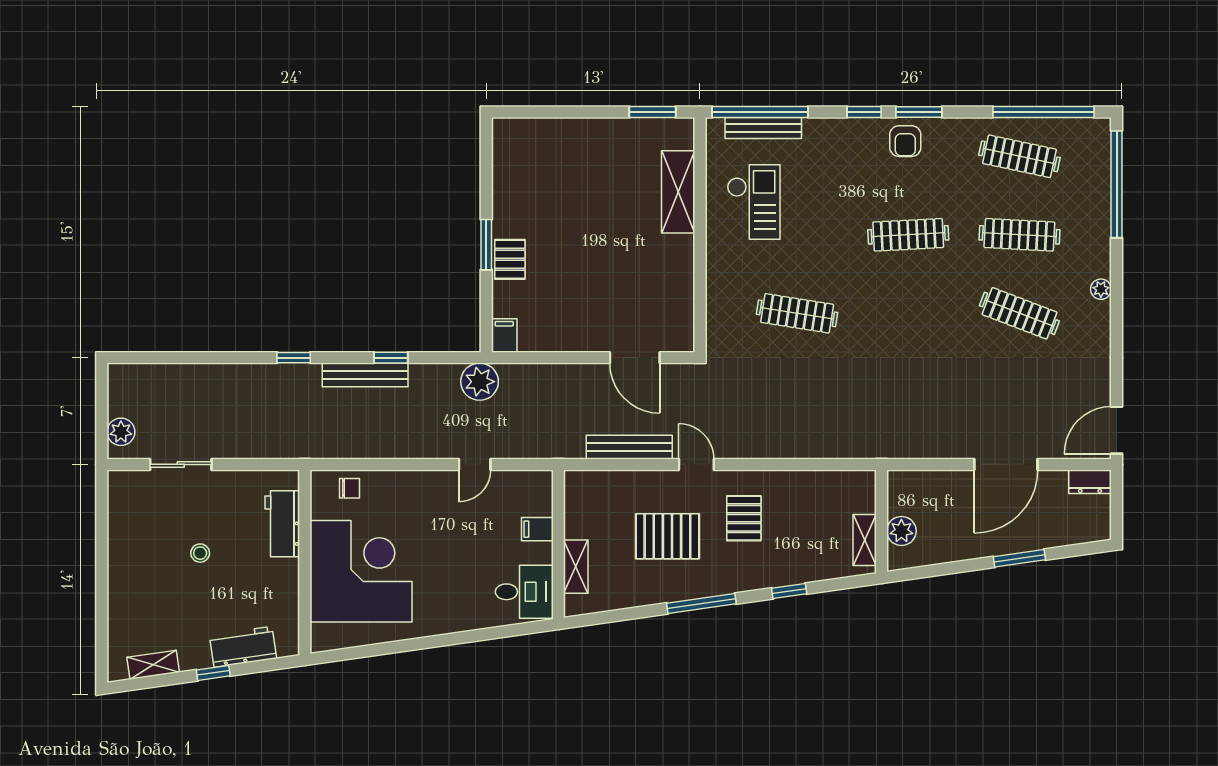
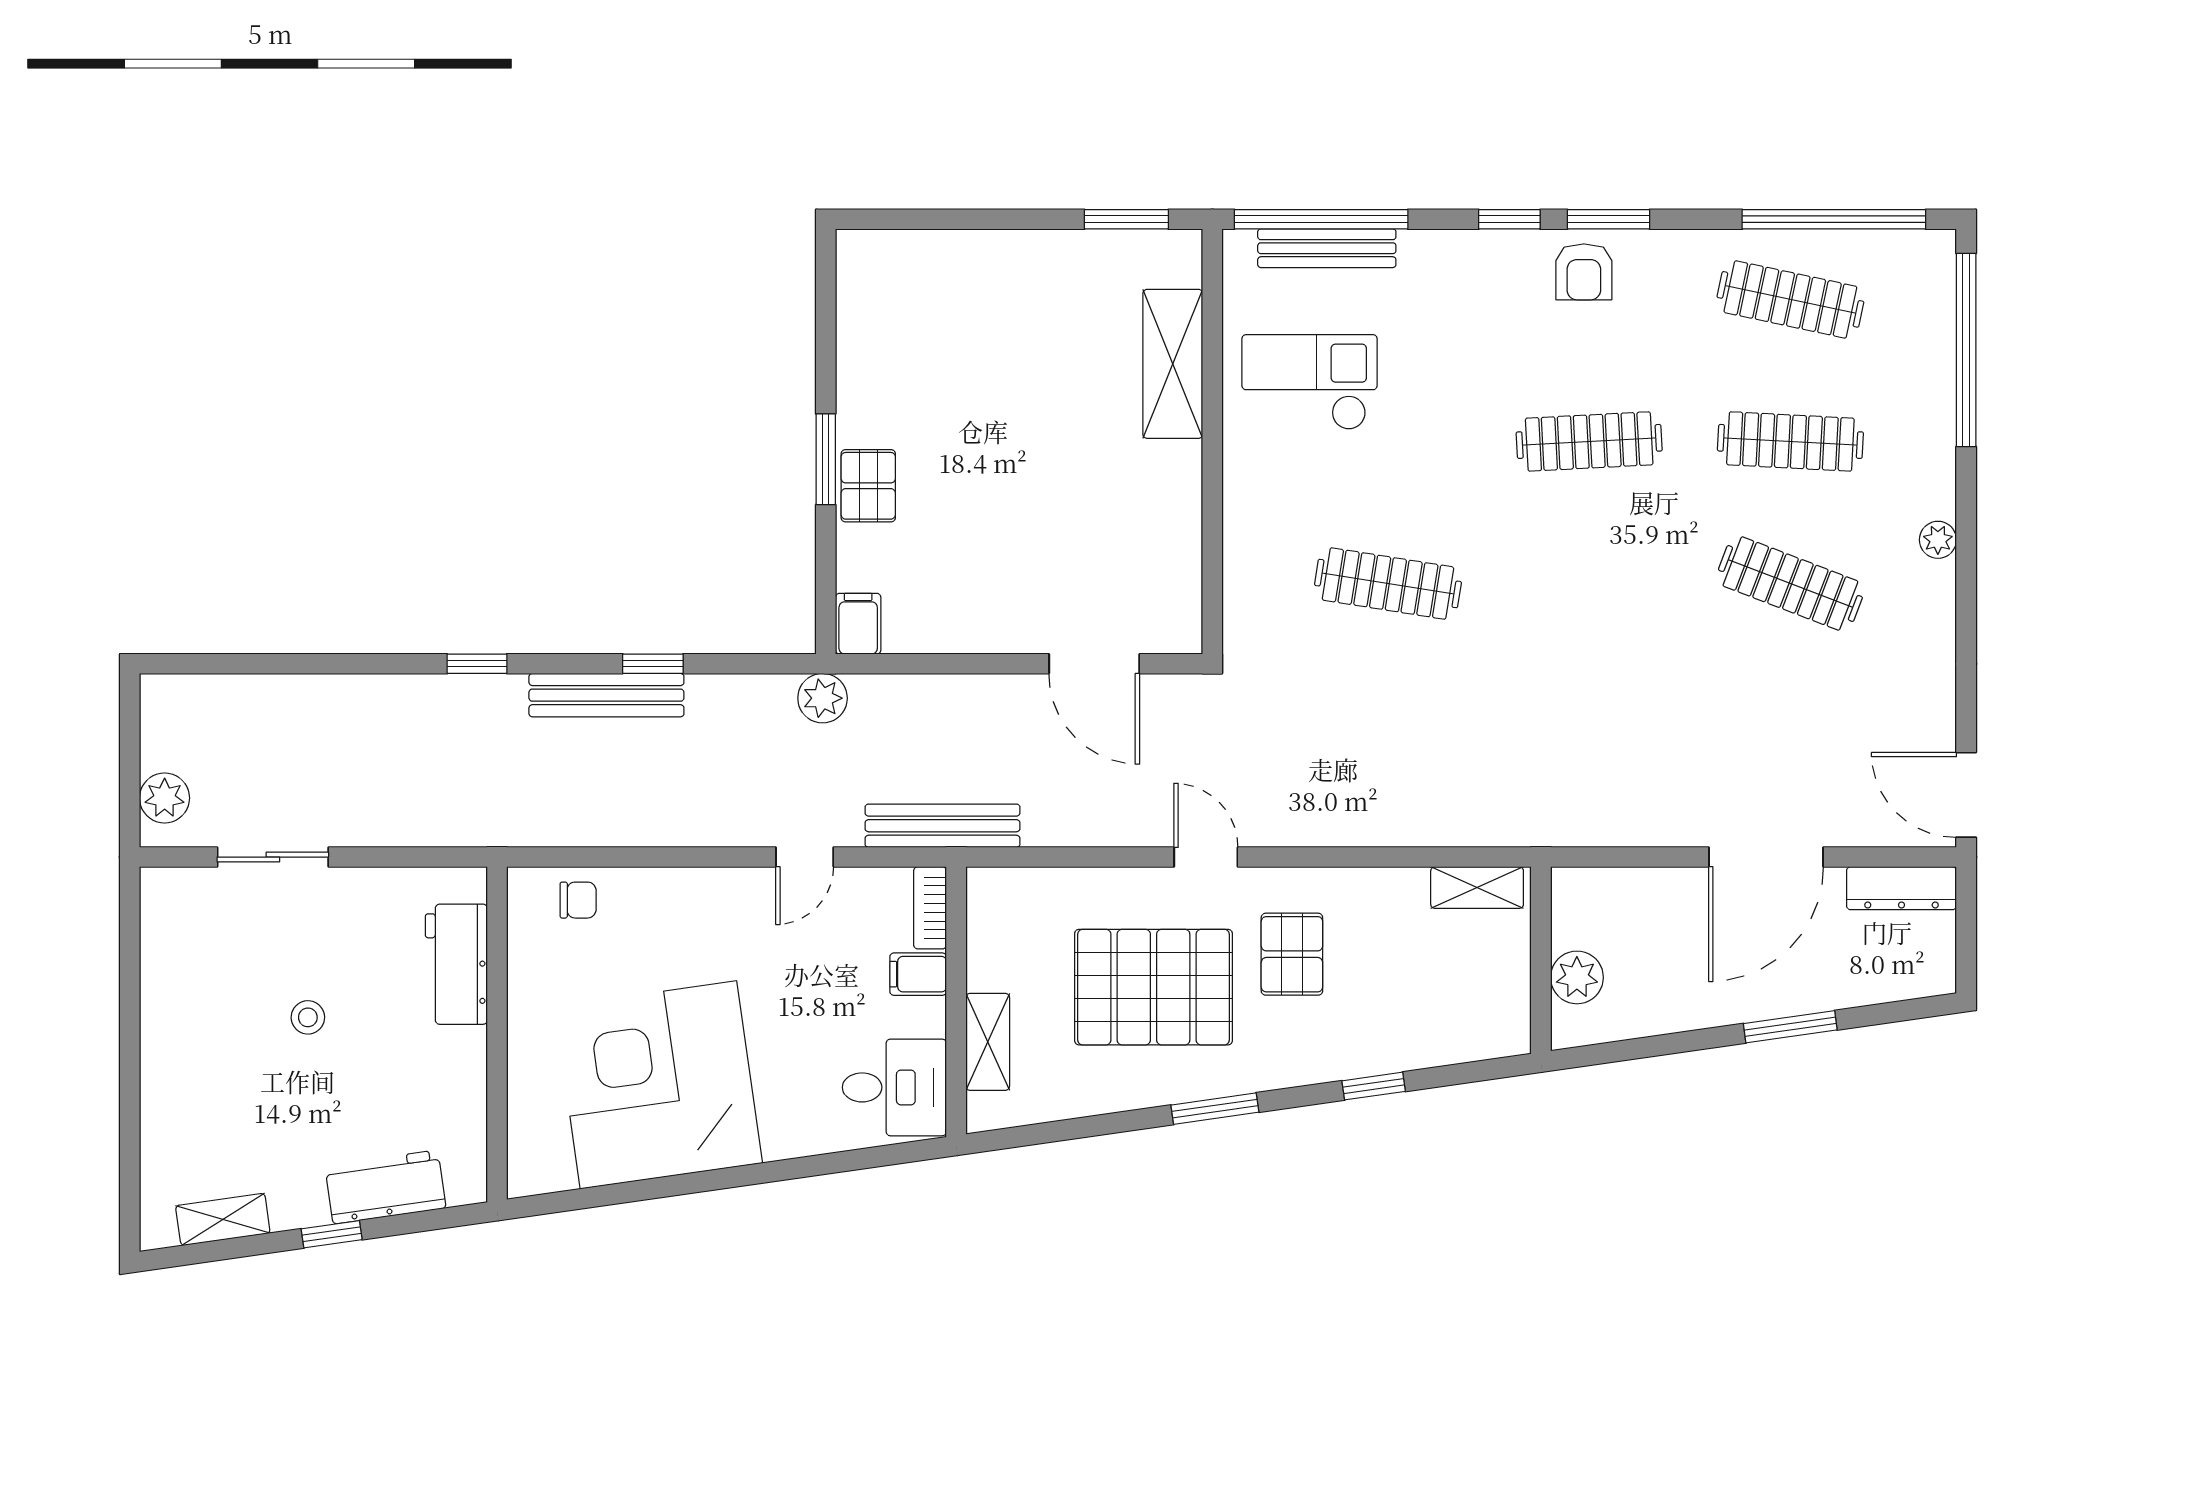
checkout: (754, 202) -> (1310, 382), turned -90
plant: (480, 382) -> (823, 698), width x0.73, depth x0.73
door: (1117, 430) -> (1966, 795), hinge flipped
bench: (629, 447) -> (942, 826), moved
dresser: (1090, 482) -> (1901, 888), width x1.44
bookcase: (544, 493) -> (930, 908), added
pallet: (667, 536) -> (1153, 987), width x1.37, depth x1.41
shelving: (865, 540) -> (1477, 888), moved, turned 90
corner desk: (361, 571) -> (658, 1085), moved, turned -98
window: (701, 603) -> (1215, 1109), width x0.69

